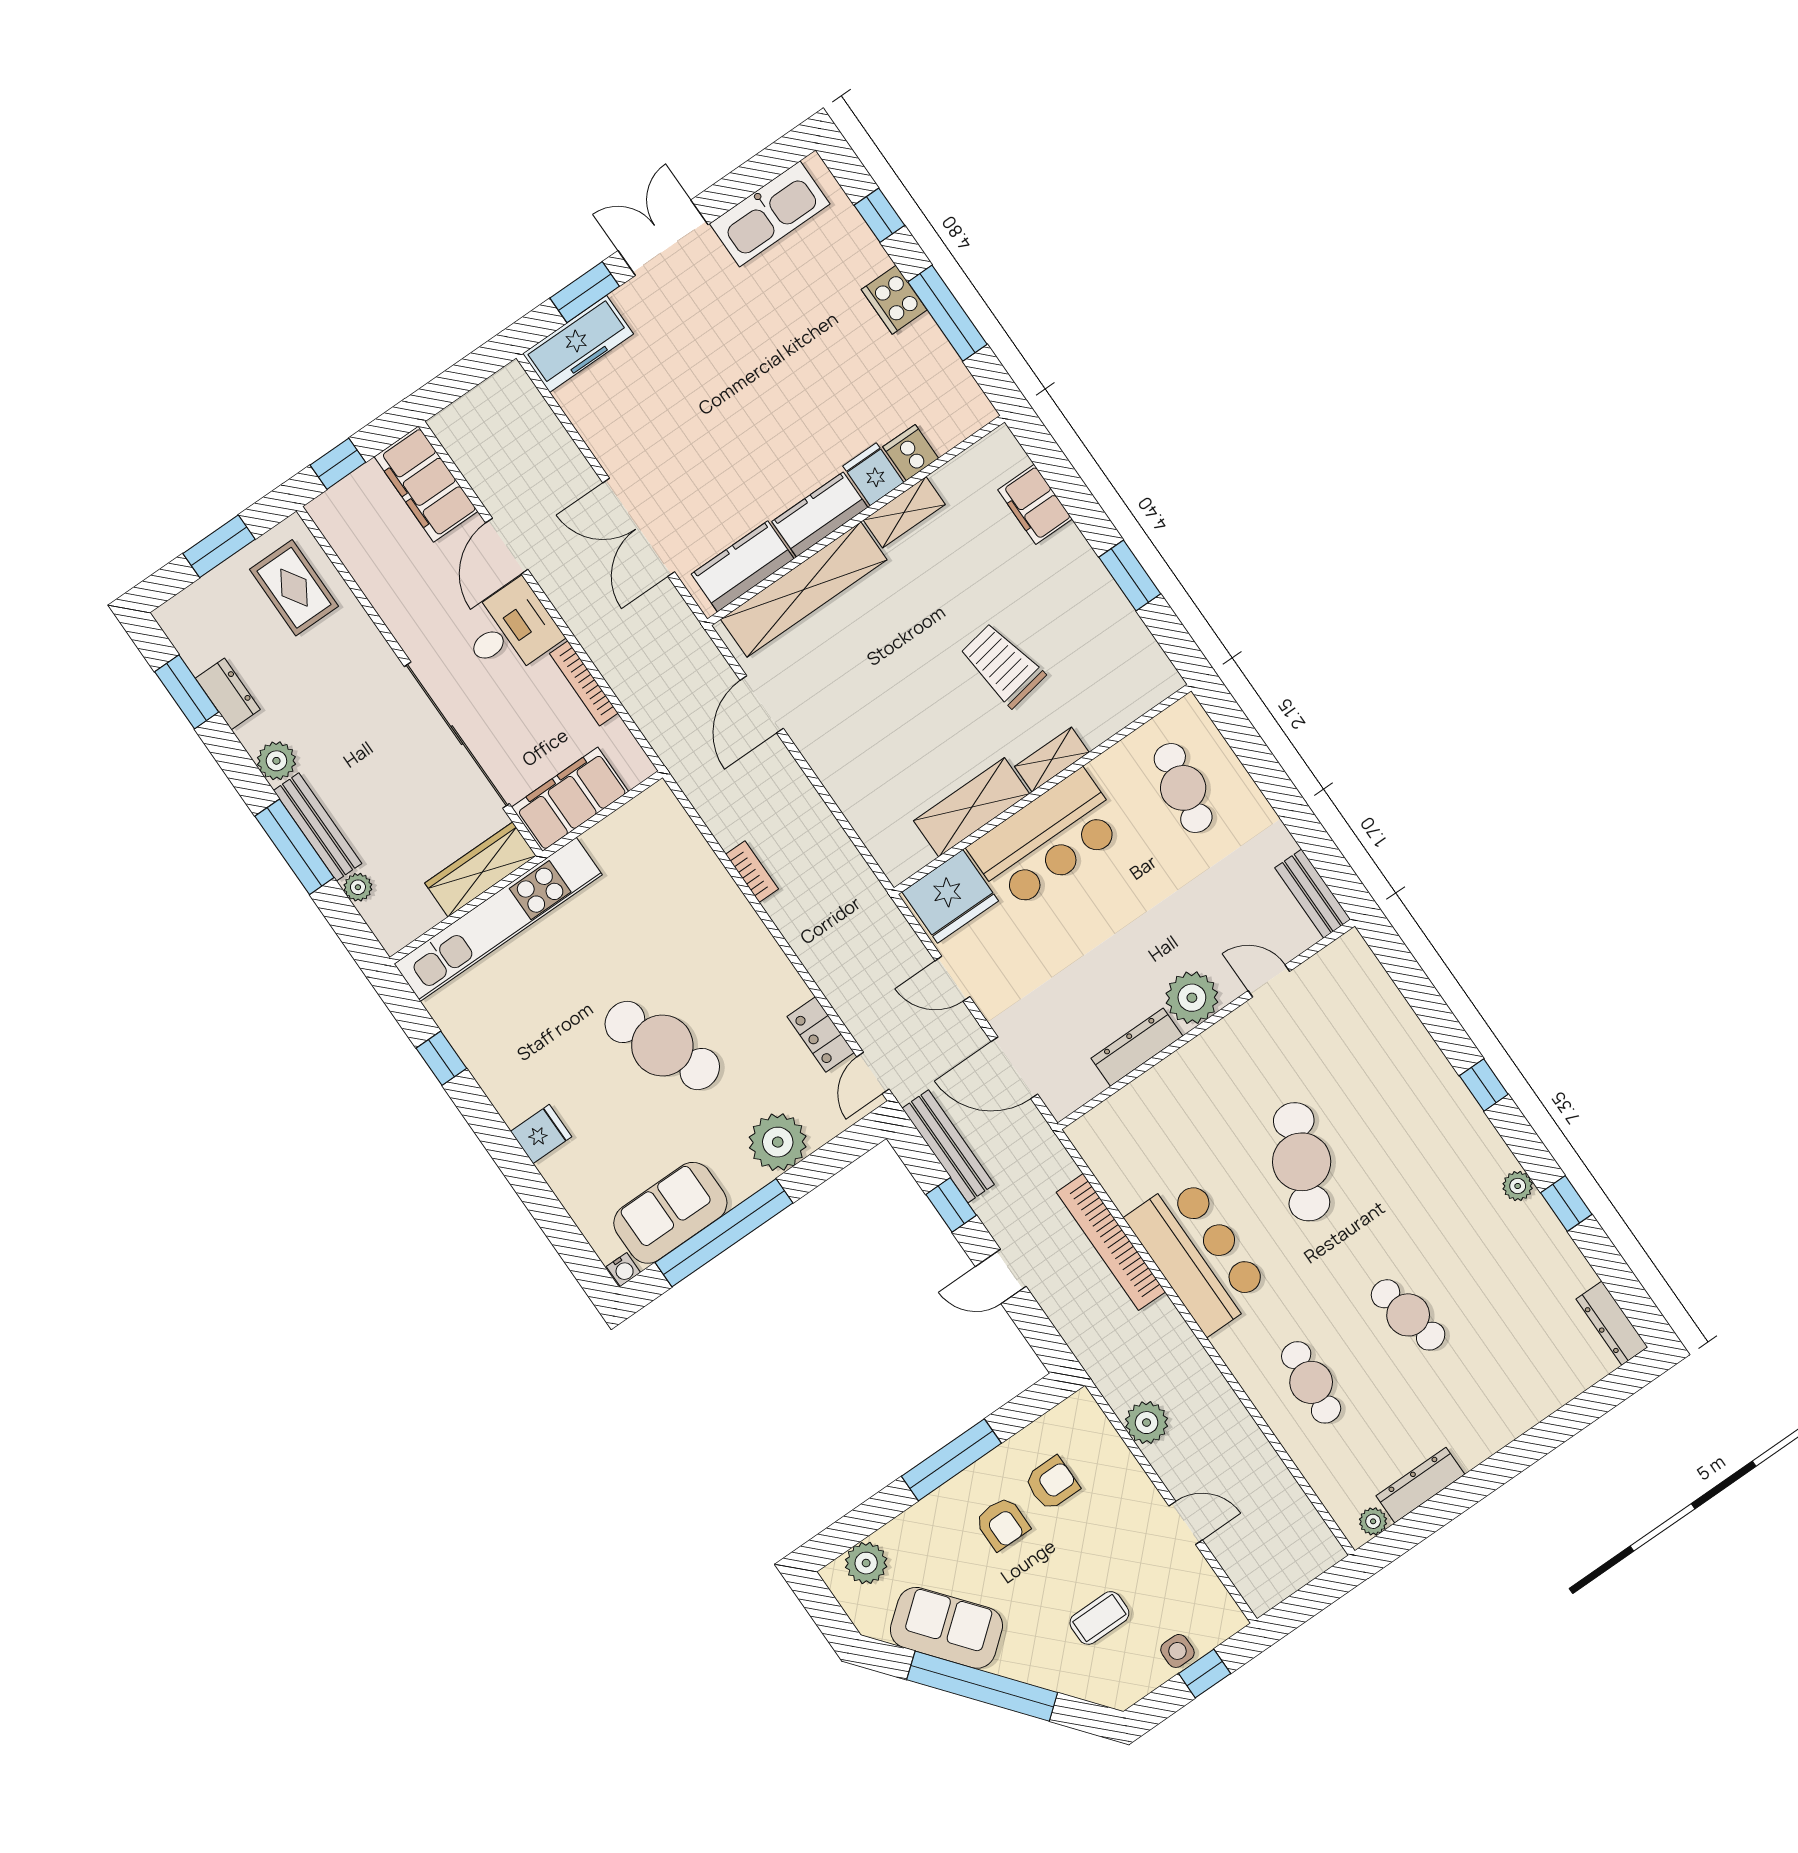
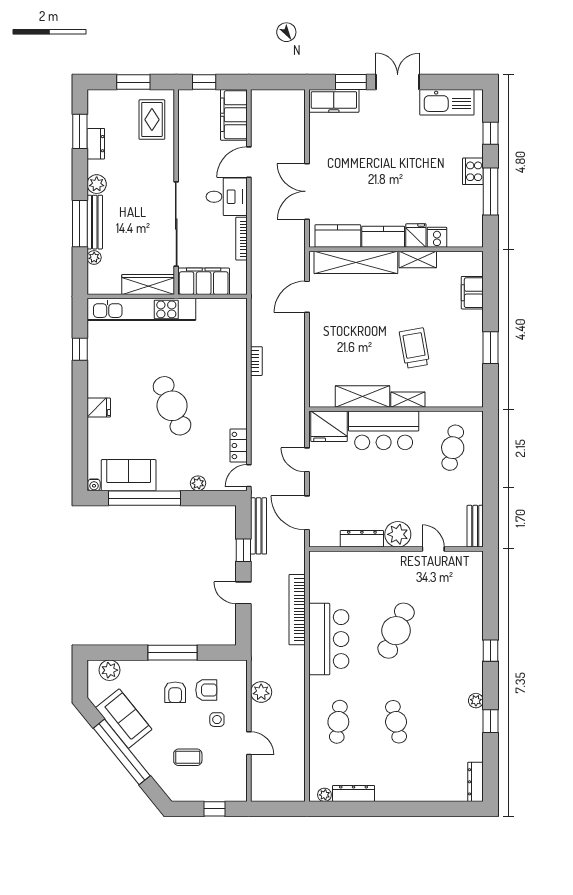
plant: (778, 1142) -> (198, 483), width x0.53, depth x0.53
side table: (1177, 1651) -> (217, 720), moved

